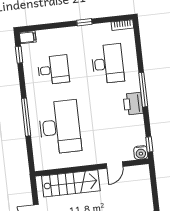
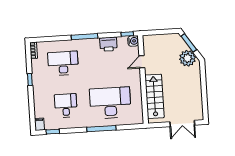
printer: (133, 104) -> (108, 44), moved
door: (115, 165) -> (142, 62), swing flipped

